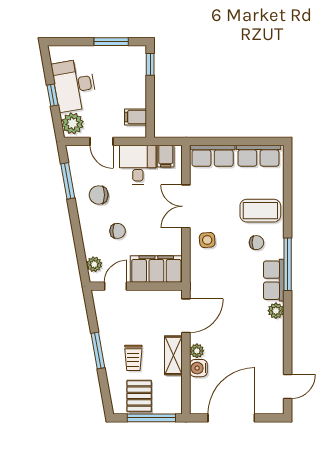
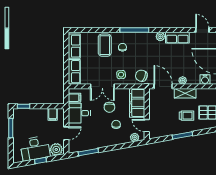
chair: (99, 195) -> (109, 107), moved
chair: (205, 277) -> (141, 76), added
row of seats: (274, 280) -> (177, 38), moved
water cooler: (198, 368) -> (205, 79), moved

